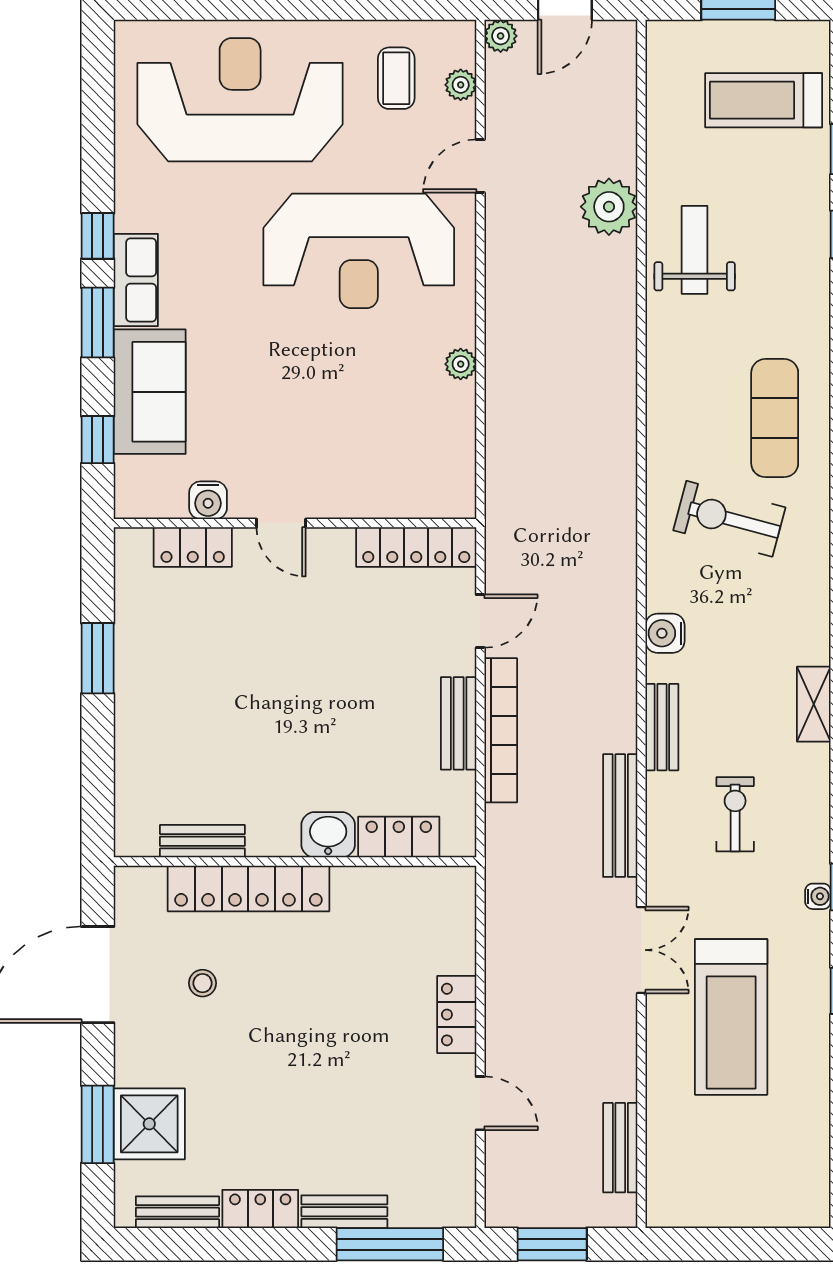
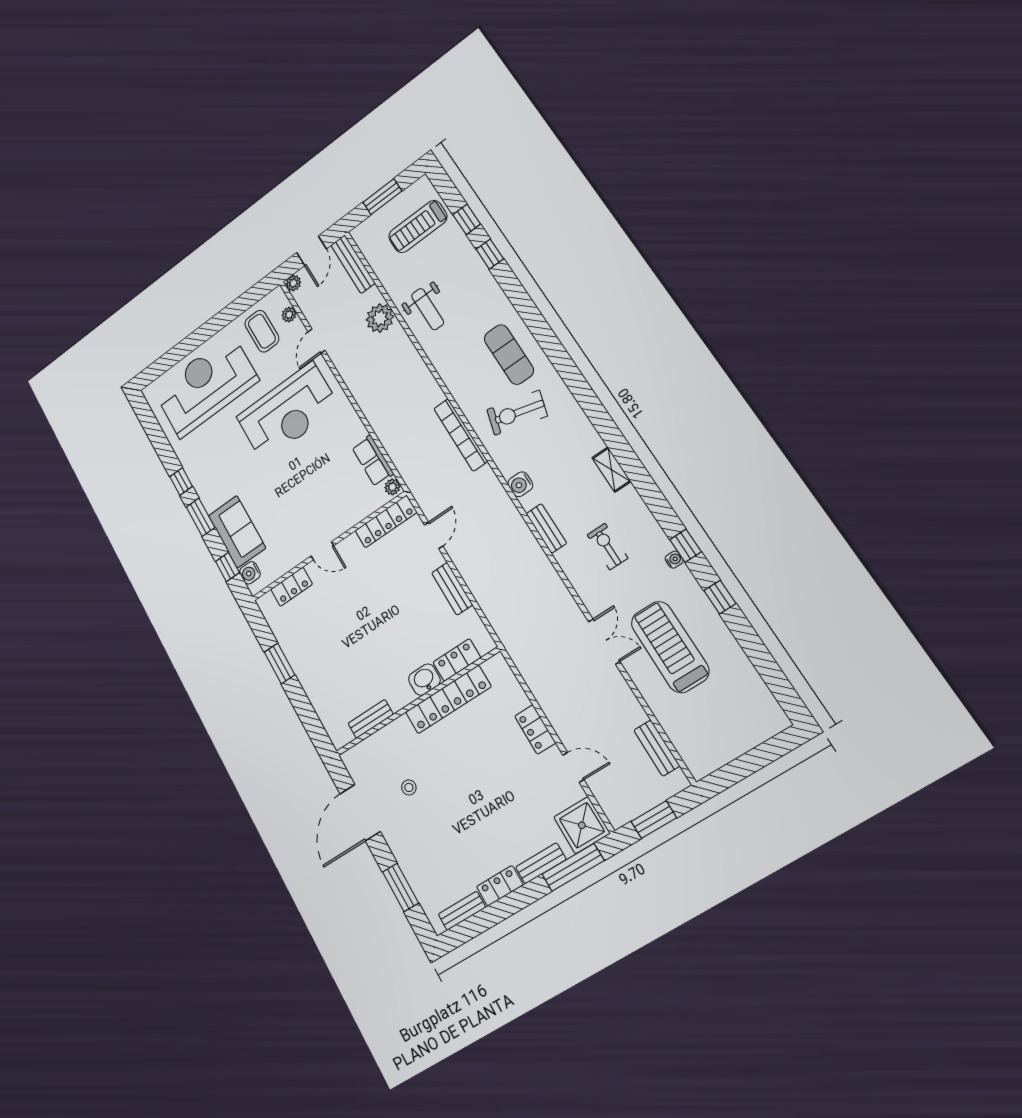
coffee table: (396, 78) -> (262, 331), width x1.36, depth x1.30
weight bench: (695, 250) -> (428, 309), turned 180
row of seats: (136, 280) -> (373, 461), moved, turned 180
plant: (461, 364) -> (392, 487), moved
water cooler: (208, 500) -> (250, 573), moved, turned 90
bookcase: (501, 730) -> (461, 435), moved, turned 180
bench: (620, 816) -> (353, 264), moved
locker: (248, 888) -> (448, 700), moved
treadmill: (731, 1017) -> (670, 647), turned 180
shower: (149, 1124) -> (582, 825), moved

